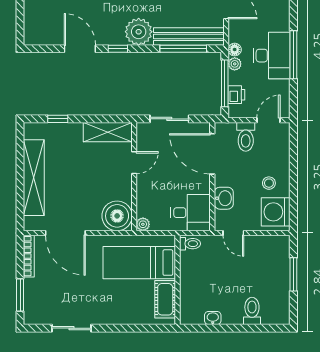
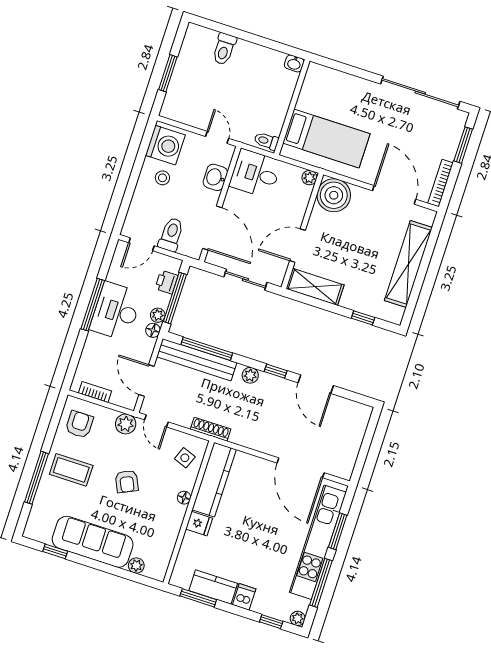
plant: (139, 32) -> (250, 375), width x0.53, depth x0.53
door: (134, 163) -> (298, 246), width x1.38
cot: (165, 299) -> (312, 91), removed
washbasin: (213, 318) -> (294, 63), moved
sliding door: (71, 328) -> (420, 93), width x1.86

